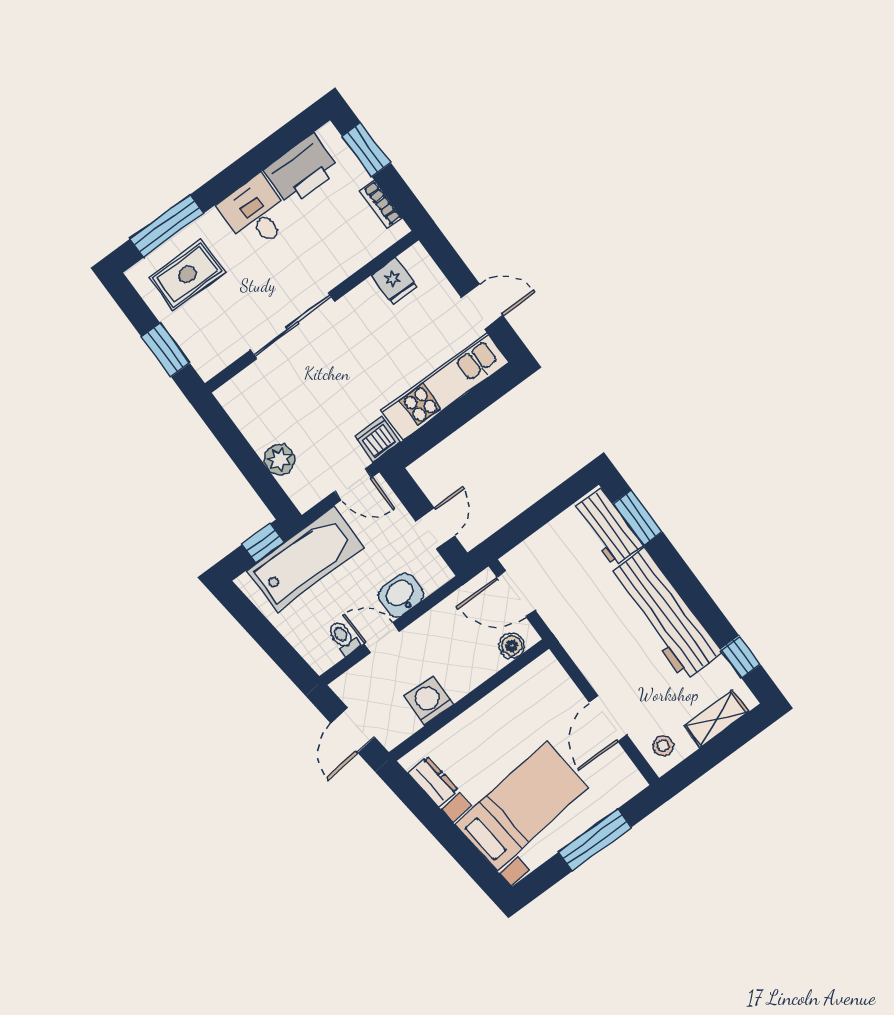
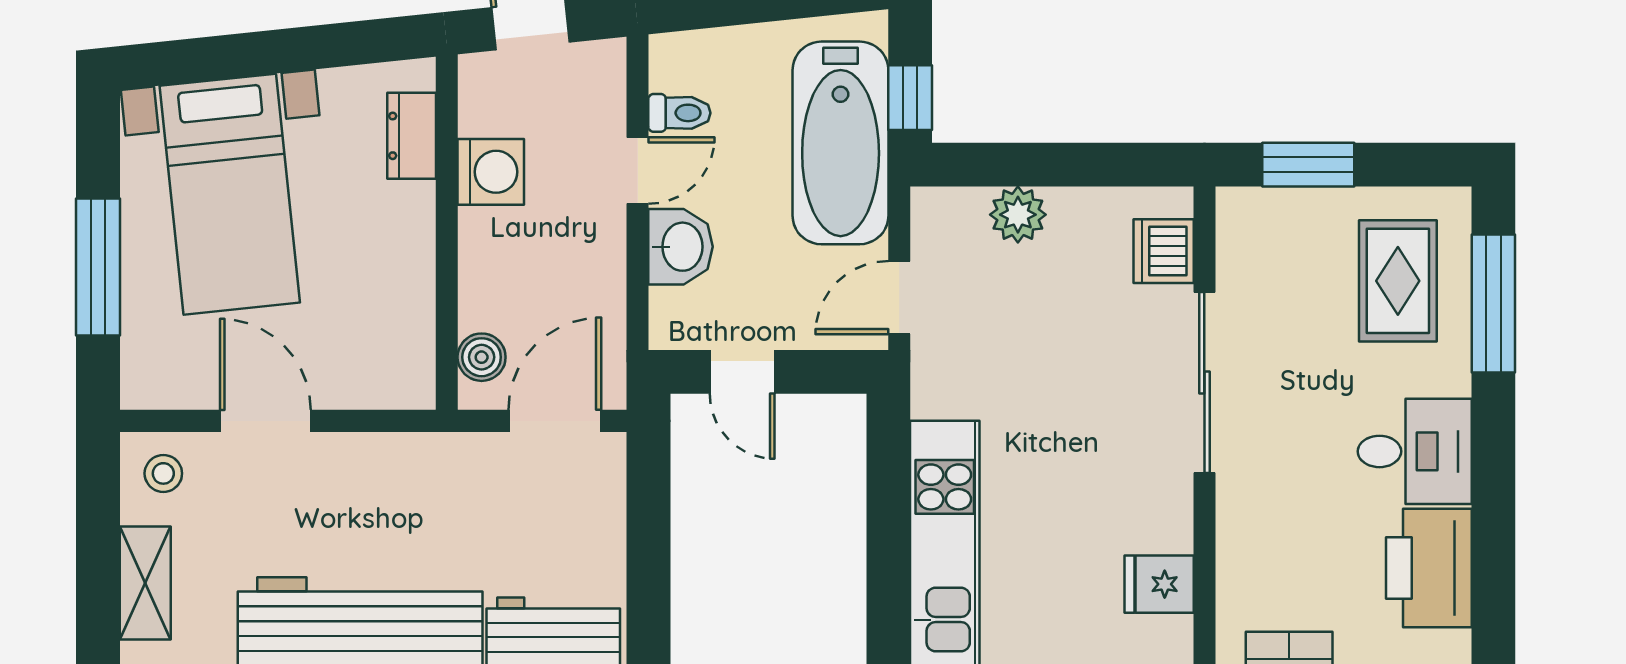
dishwasher: (378, 439) -> (1164, 251), moved, turned 180
dresser: (433, 782) -> (412, 136), moved, turned 96

